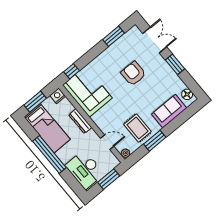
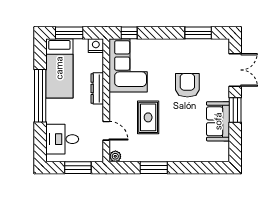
floor lamp: (187, 94) -> (223, 149), removed
sofa: (169, 111) -> (218, 121), moved, turned -90
rug: (137, 128) -> (148, 117), moved
desk: (85, 170) -> (62, 139), width x0.73

